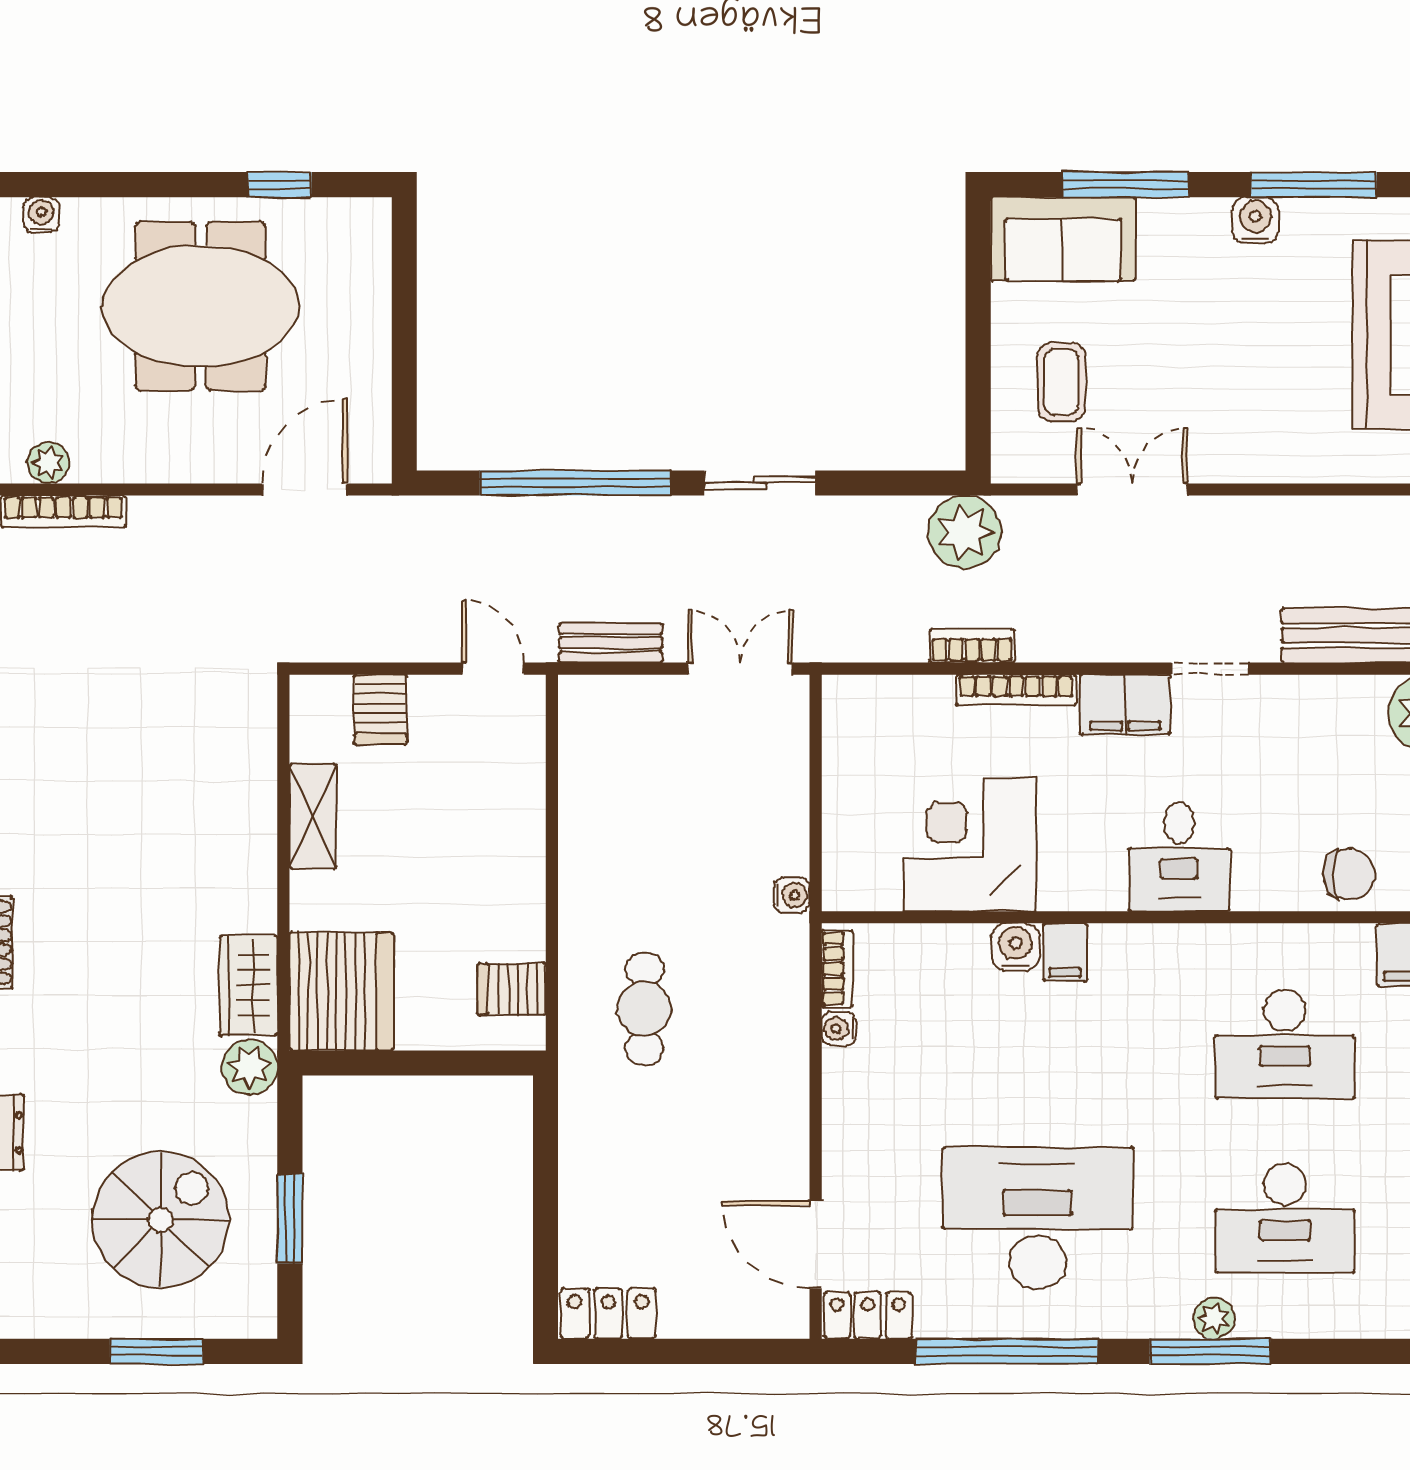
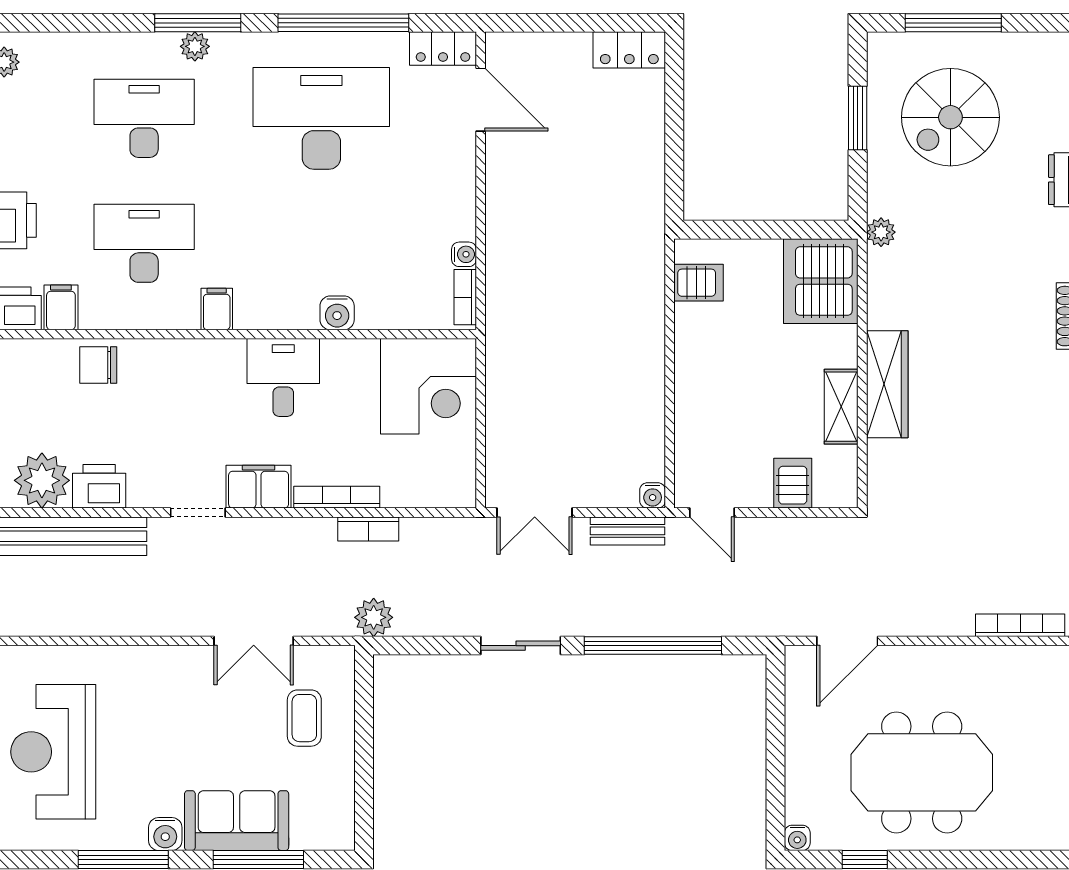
water cooler: (41, 215) -> (797, 838), moved
sofa: (1063, 239) -> (237, 821), moved
plant: (48, 463) -> (1031, 660), removed
plant: (965, 532) -> (374, 617), width x0.73, depth x0.73
printer: (1348, 705) -> (99, 486), added
corner desk: (970, 845) -> (429, 386), moved
desk: (1179, 857) -> (283, 377), moved
water cooler: (792, 895) -> (653, 495), moved, turned -90
filing cabinet: (1065, 952) -> (217, 309), moved
wardrobe: (249, 985) -> (887, 384), moved, width x1.50
cafe table: (644, 1009) -> (603, 268), removed
plant: (250, 1067) -> (881, 232), width x0.73, depth x0.73
desk: (1038, 1218) -> (321, 118), turned 180
window: (156, 1351) -> (953, 23), width x1.44

